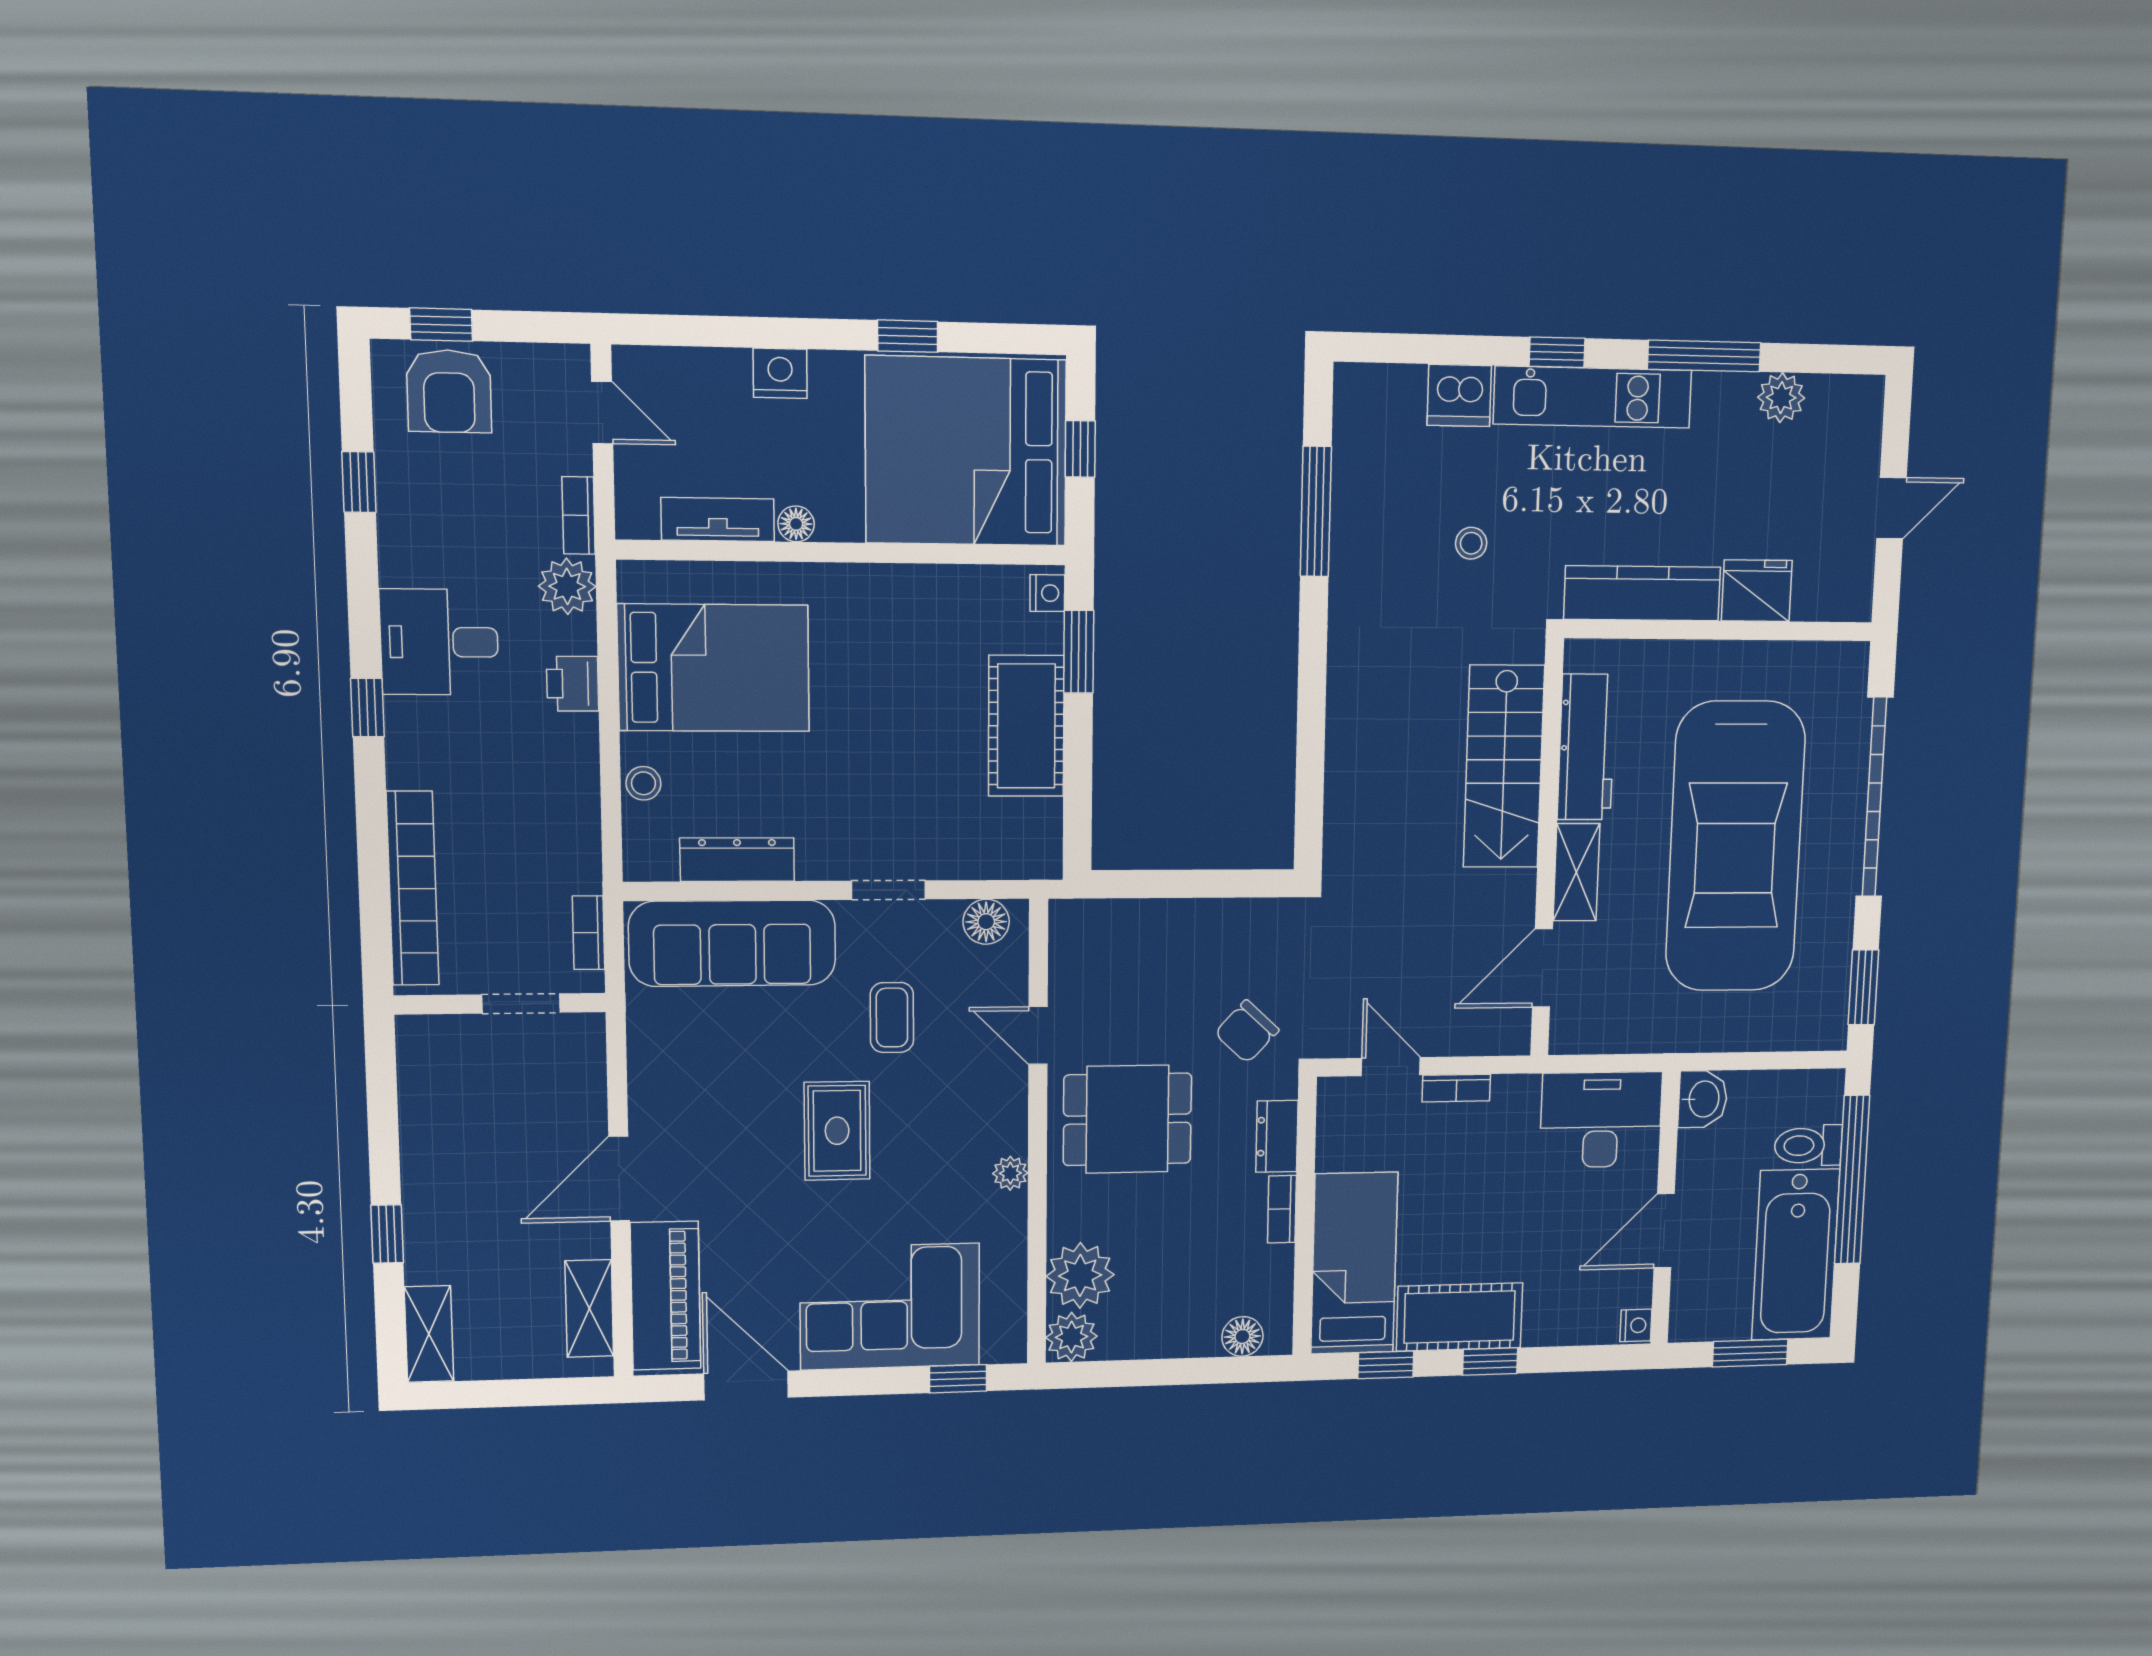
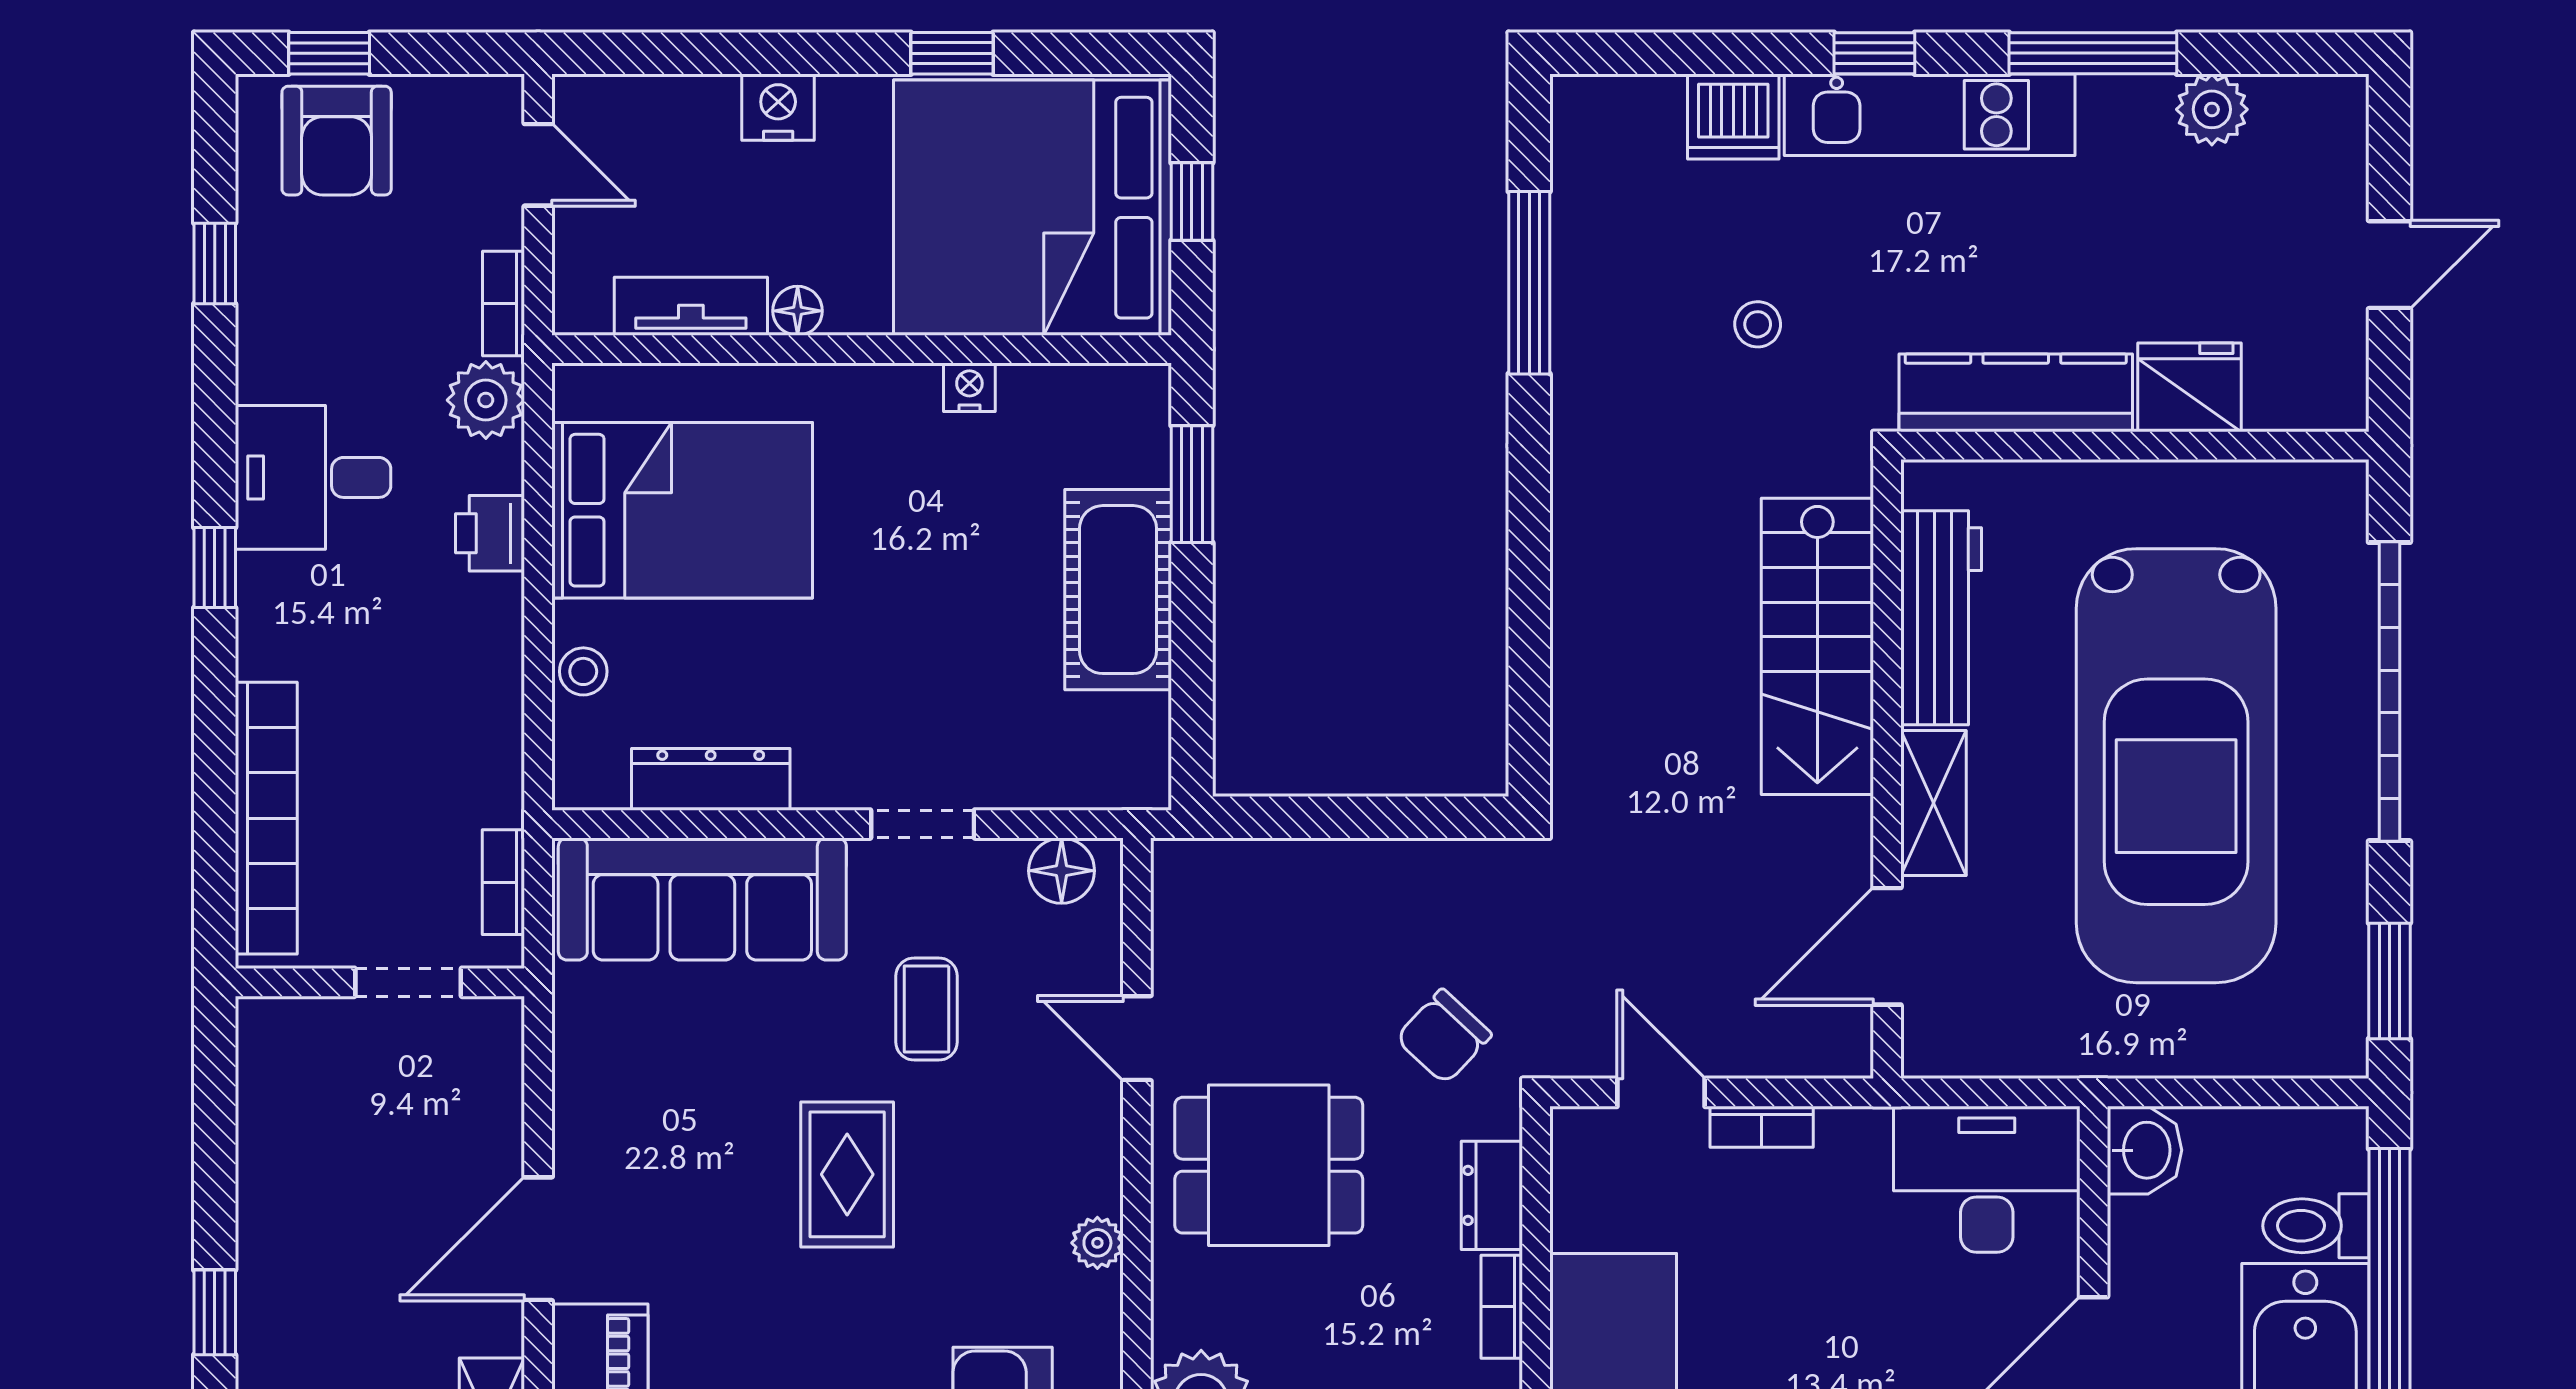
nightstand: (1047, 593) -> (969, 387), moved, turned -90

